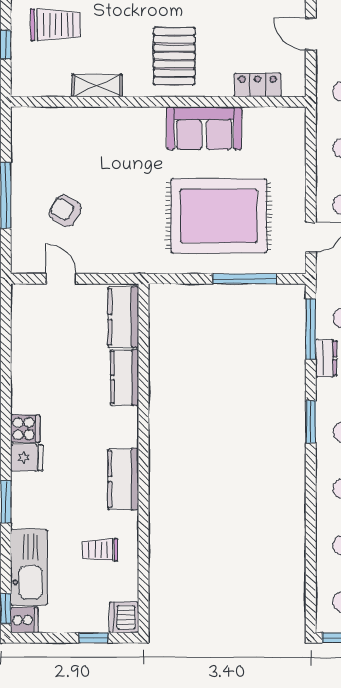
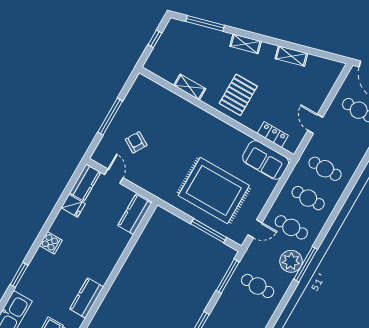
trolley: (55, 25) -> (186, 43), removed
sofa: (204, 128) -> (266, 160), moved
dresser: (326, 358) -> (227, 296), removed
kitchen counter: (125, 378) -> (85, 183), moved, turned 180
fridge: (27, 458) -> (73, 206), moved

